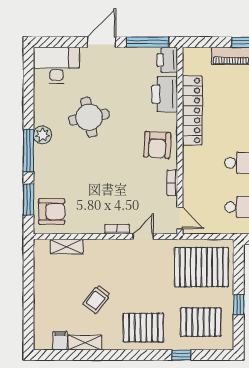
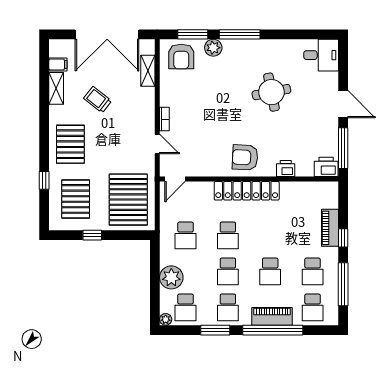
desk: (56, 65) -> (321, 55), width x0.73
printer: (165, 94) -> (286, 169), width x0.53, depth x0.68
locker: (192, 110) -> (247, 191), moved
plant: (42, 135) -> (213, 48), moved
bookcase: (172, 183) -> (209, 172), removed
double door: (28, 289) -> (107, 34), added

